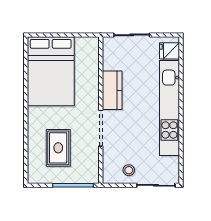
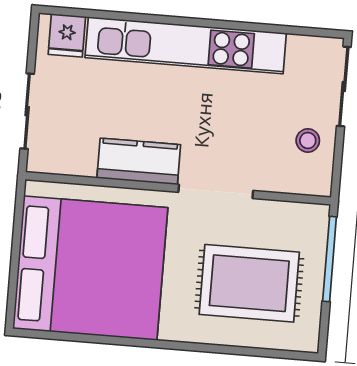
bed: (51, 71) -> (90, 268), width x1.36
rug: (58, 148) -> (249, 283), width x1.36, depth x1.43

